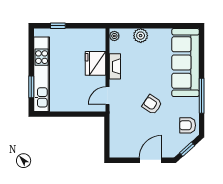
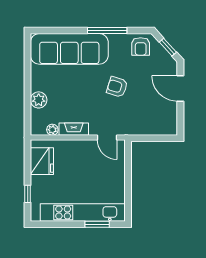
plant: (114, 36) -> (52, 130), moved
fridge: (95, 63) -> (42, 161), moved, turned -90
armchair: (152, 105) -> (117, 87), turned 73

